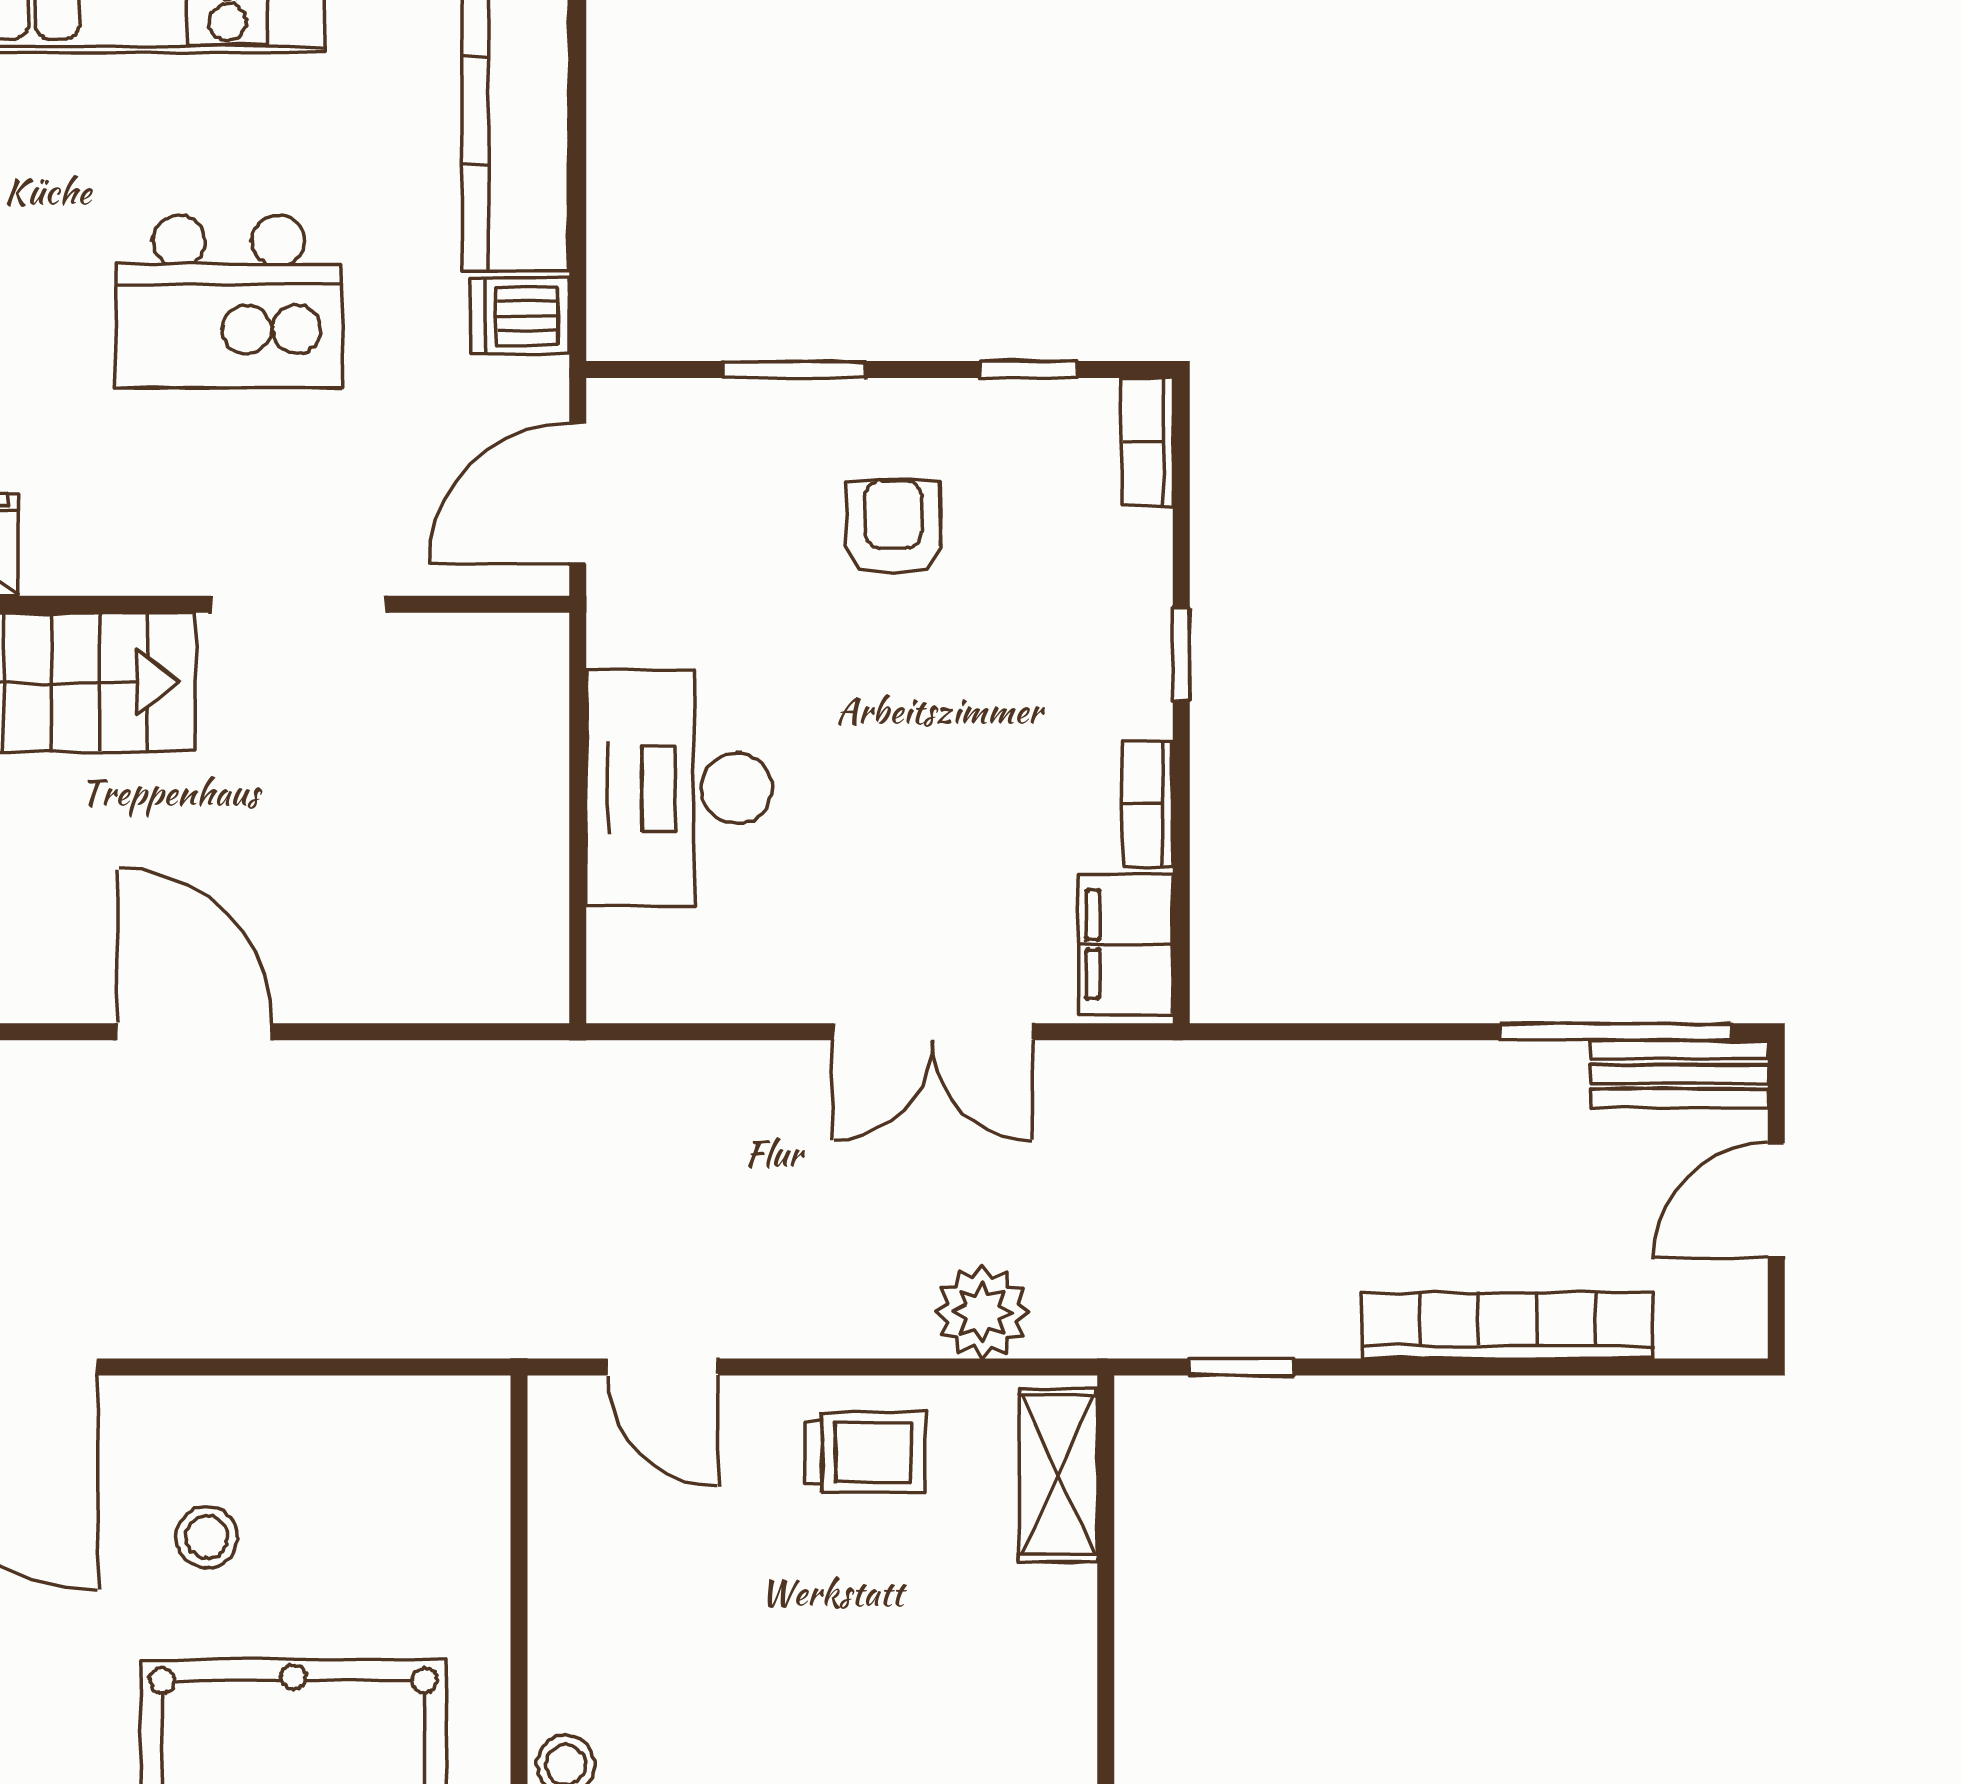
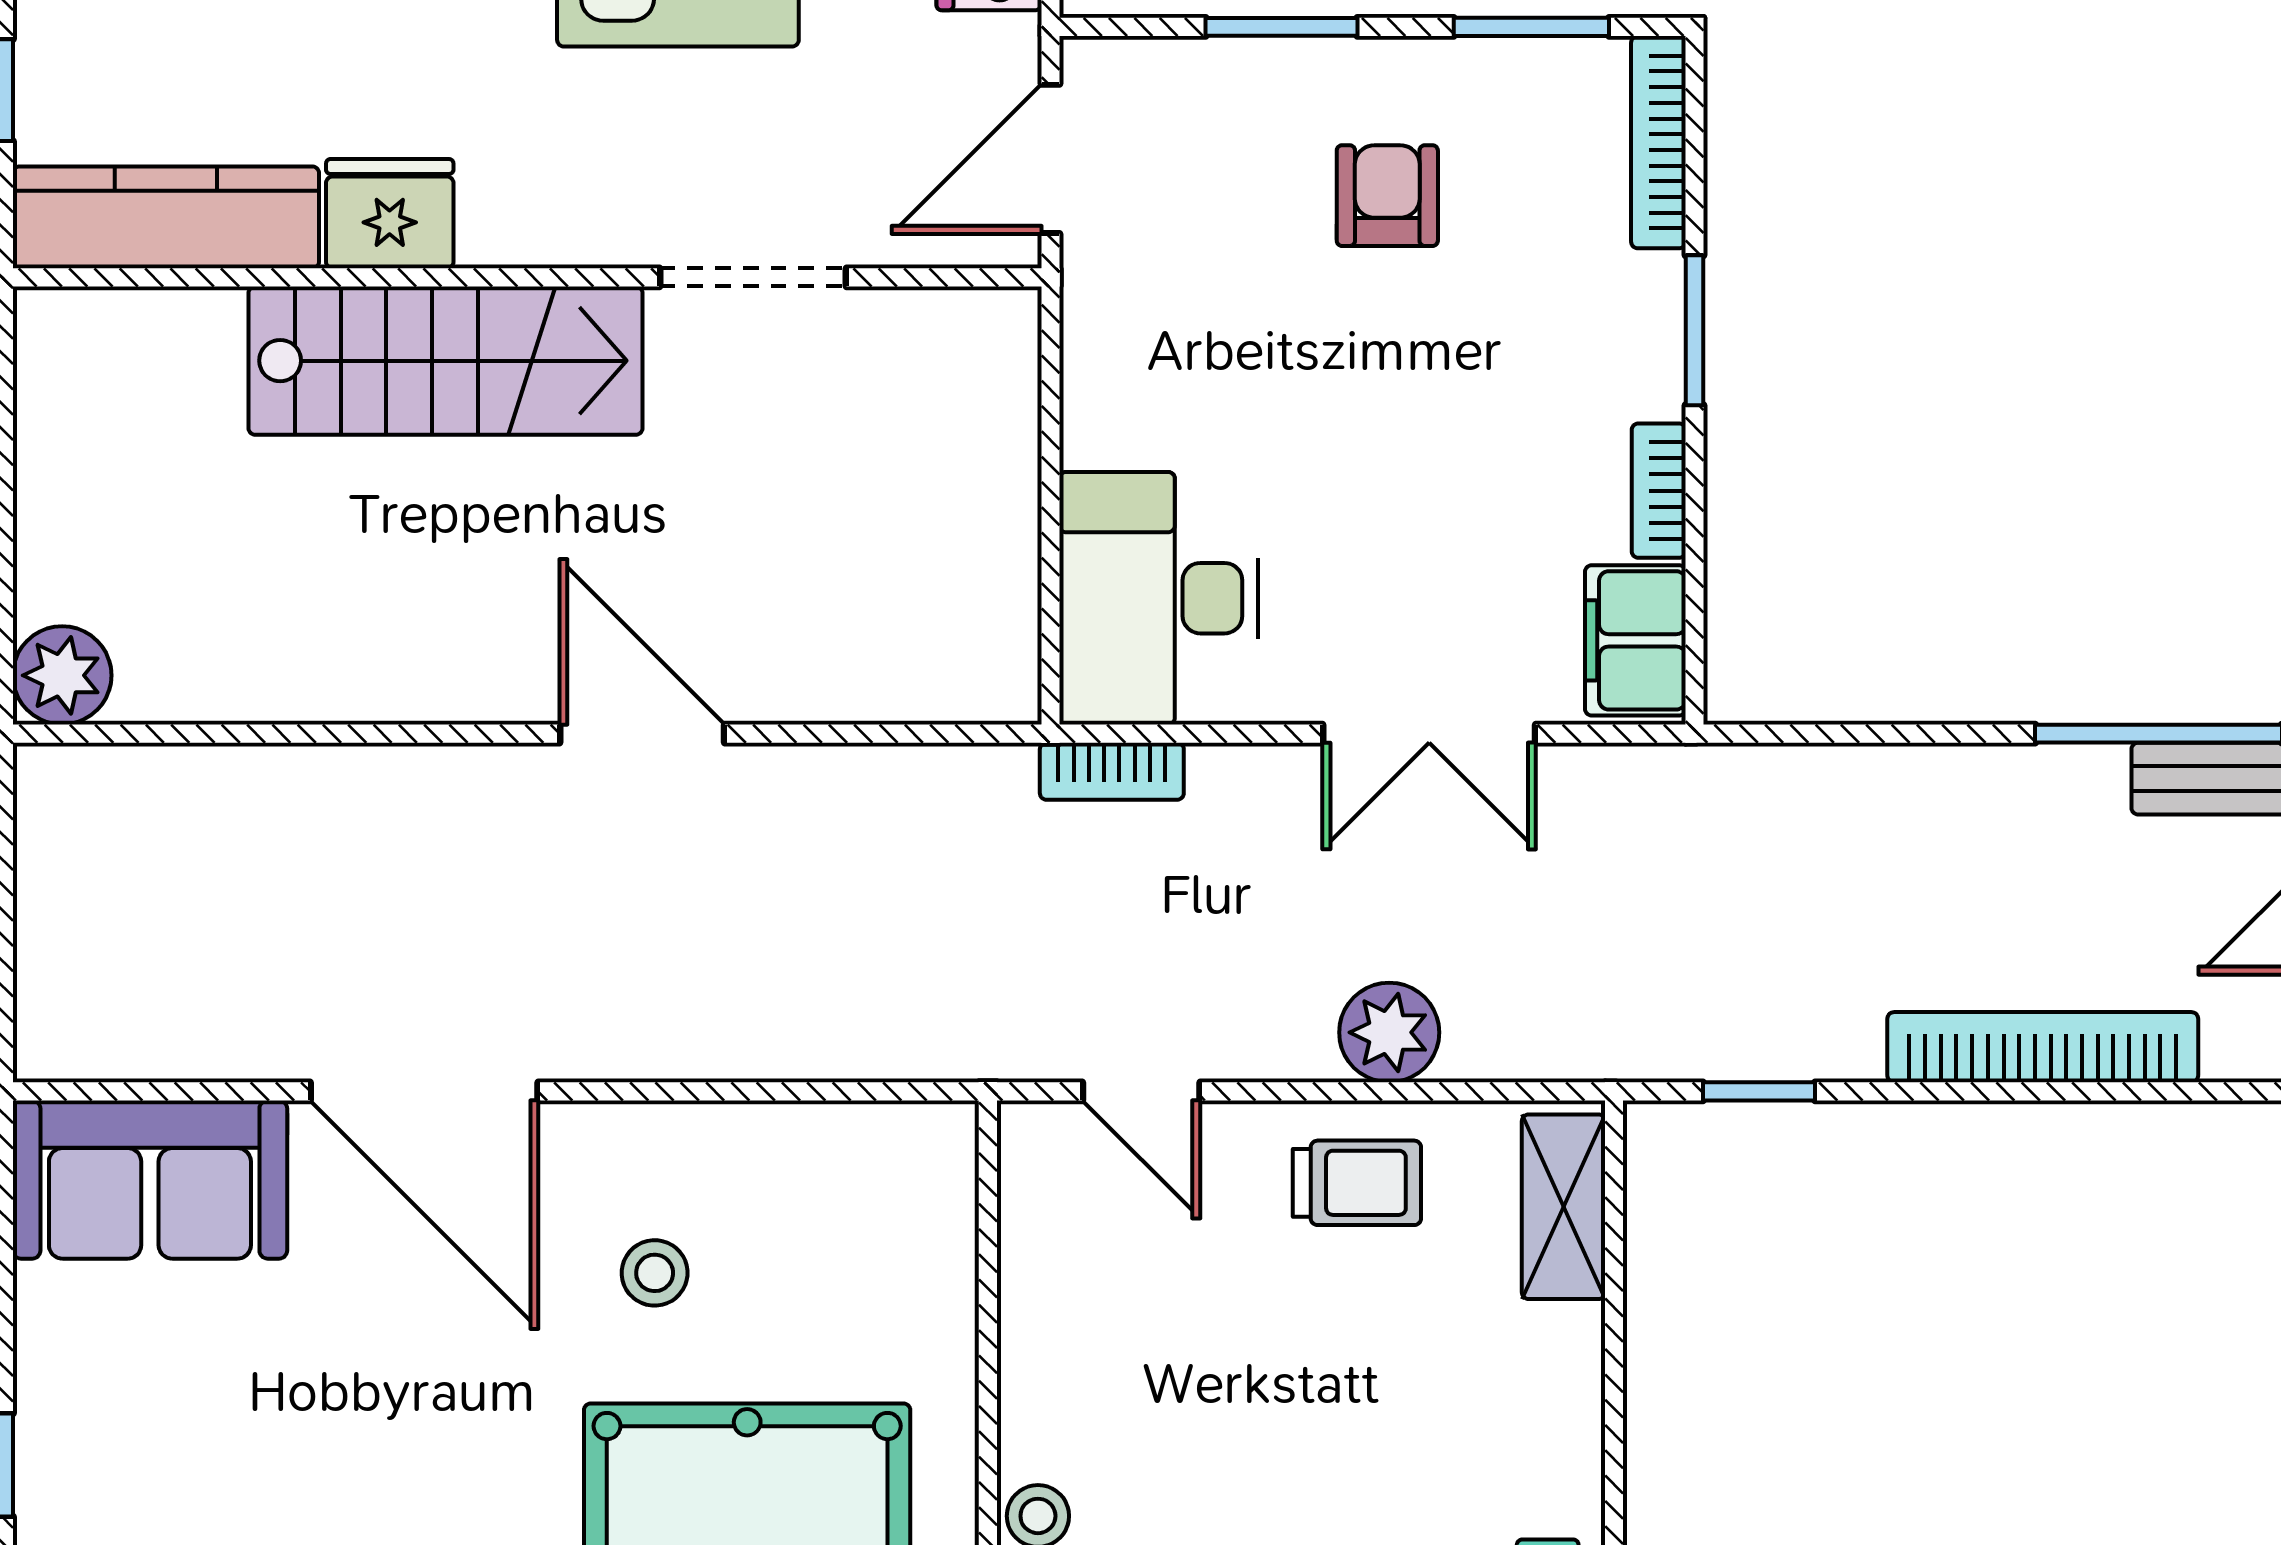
window: (1028, 370) -> (1531, 27), width x1.50
bookcase: (1147, 442) -> (1658, 142), width x1.56
window: (1181, 654) -> (1695, 330), width x1.50
desk: (679, 788) -> (1159, 598), moved
bookcase: (635, 1067) -> (1112, 771), added
plant: (982, 1312) -> (1389, 1032), moved

